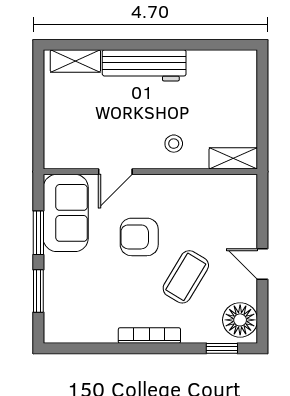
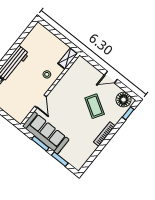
sofa: (66, 213) -> (46, 133), width x1.36
armchair: (139, 237) -> (69, 111), removed

